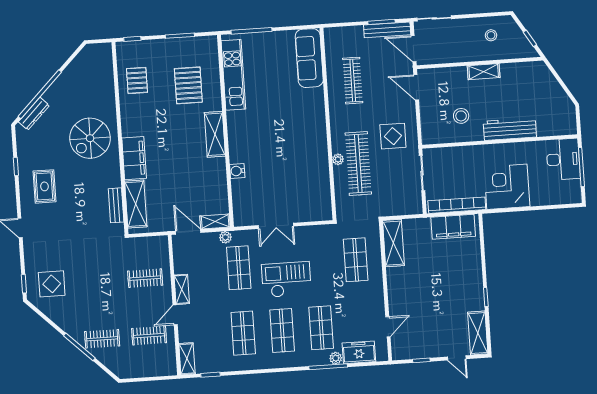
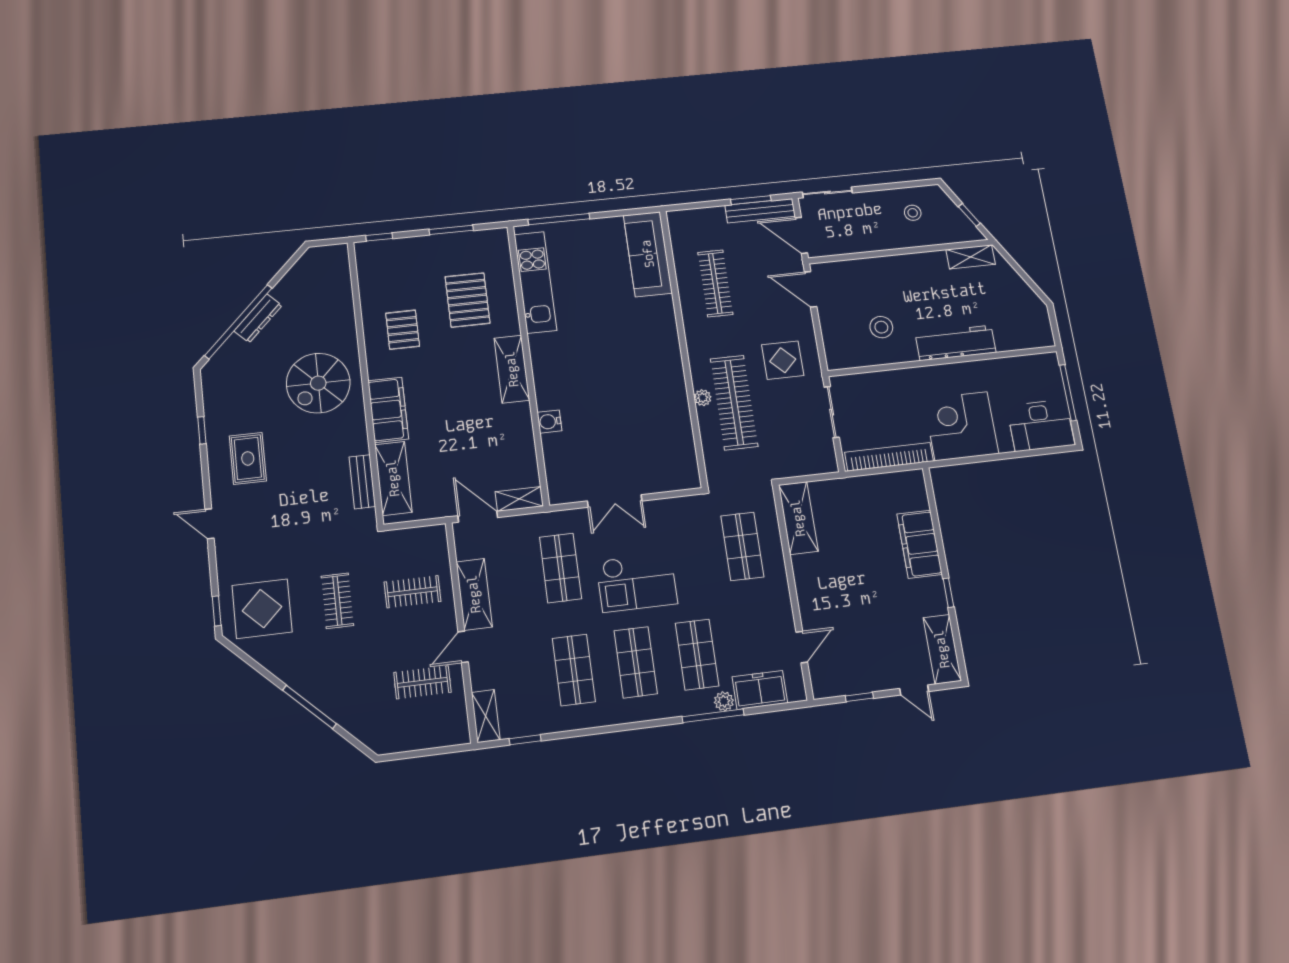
shelving: (484, 72) -> (971, 257), moved
pallet: (137, 80) -> (403, 330), moved
dresser: (34, 114) -> (258, 318), moved
desk: (563, 159) -> (1041, 425), moved, turned 90
filing cabinet: (453, 227) -> (920, 544), moved, turned 90
plant: (225, 237) -> (537, 522), removed
checkout: (286, 280) -> (637, 582), turned 180
display table: (52, 284) -> (262, 609), width x1.36, depth x1.36
shelving: (182, 289) -> (474, 594), width x1.50, depth x1.33
clothes rail: (102, 339) -> (337, 601), moved, turned 90

